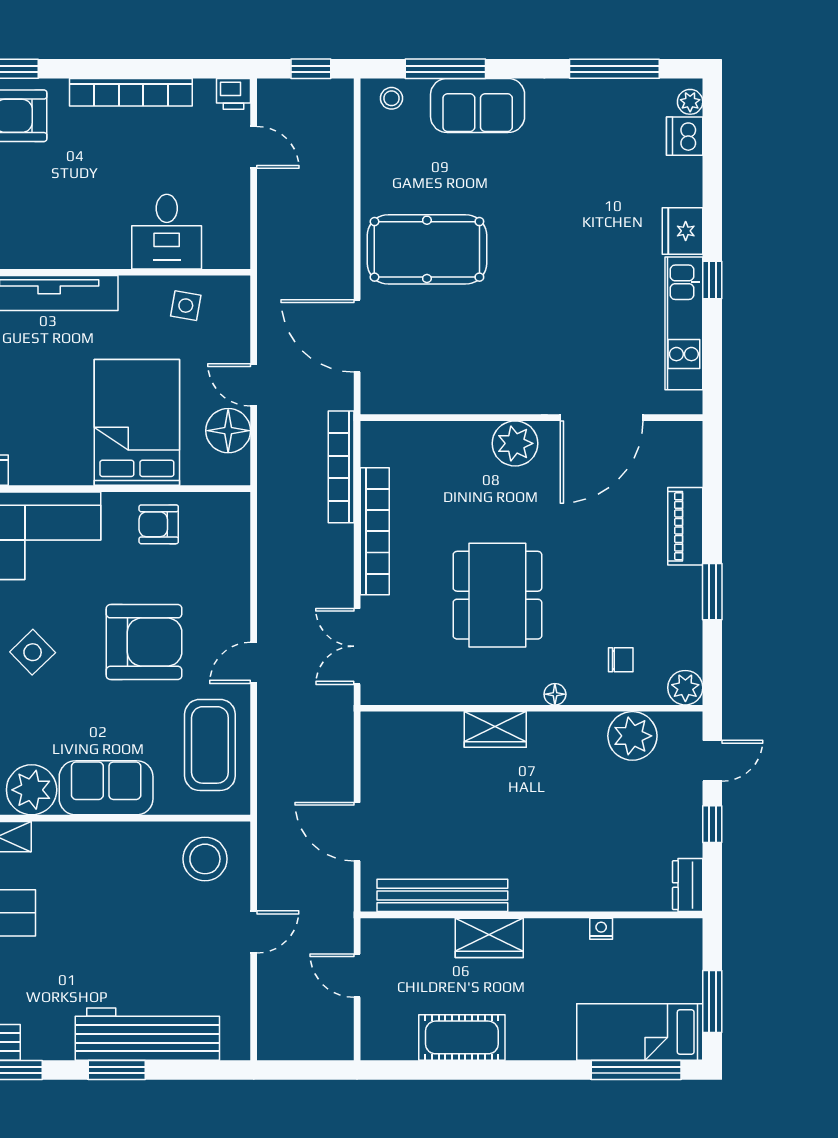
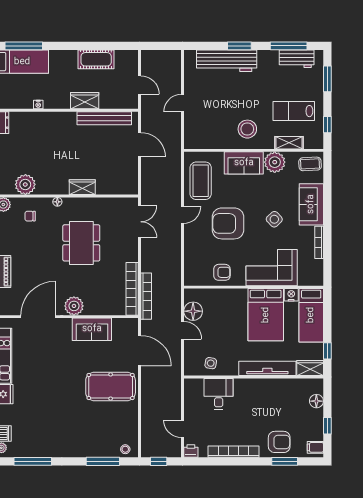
sofa: (478, 106) -> (92, 329), moved, turned 180
bed: (137, 422) -> (266, 315), moved
bookcase: (375, 531) -> (132, 289), moved
stool: (205, 859) -> (247, 129), moved

